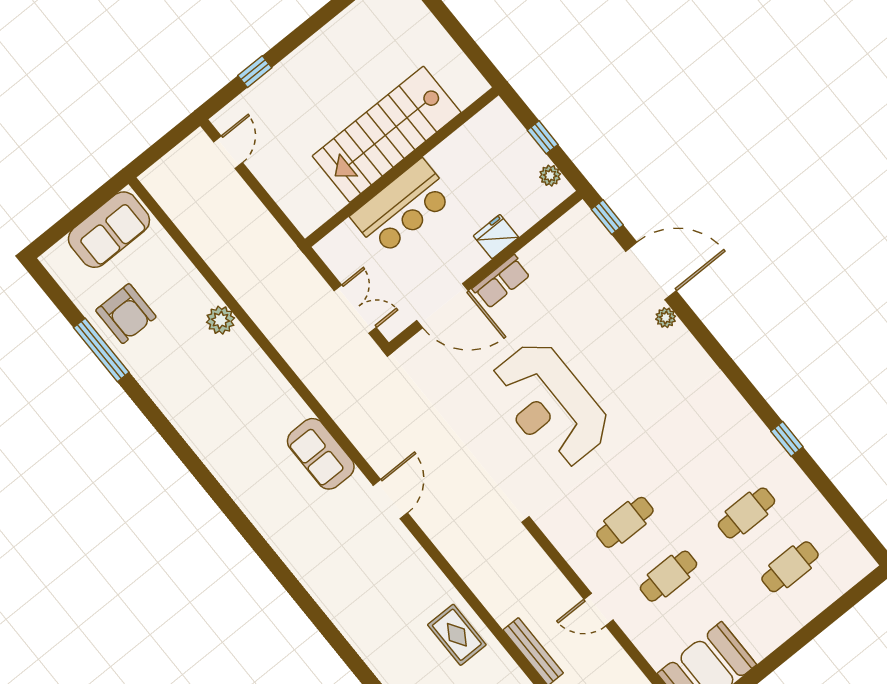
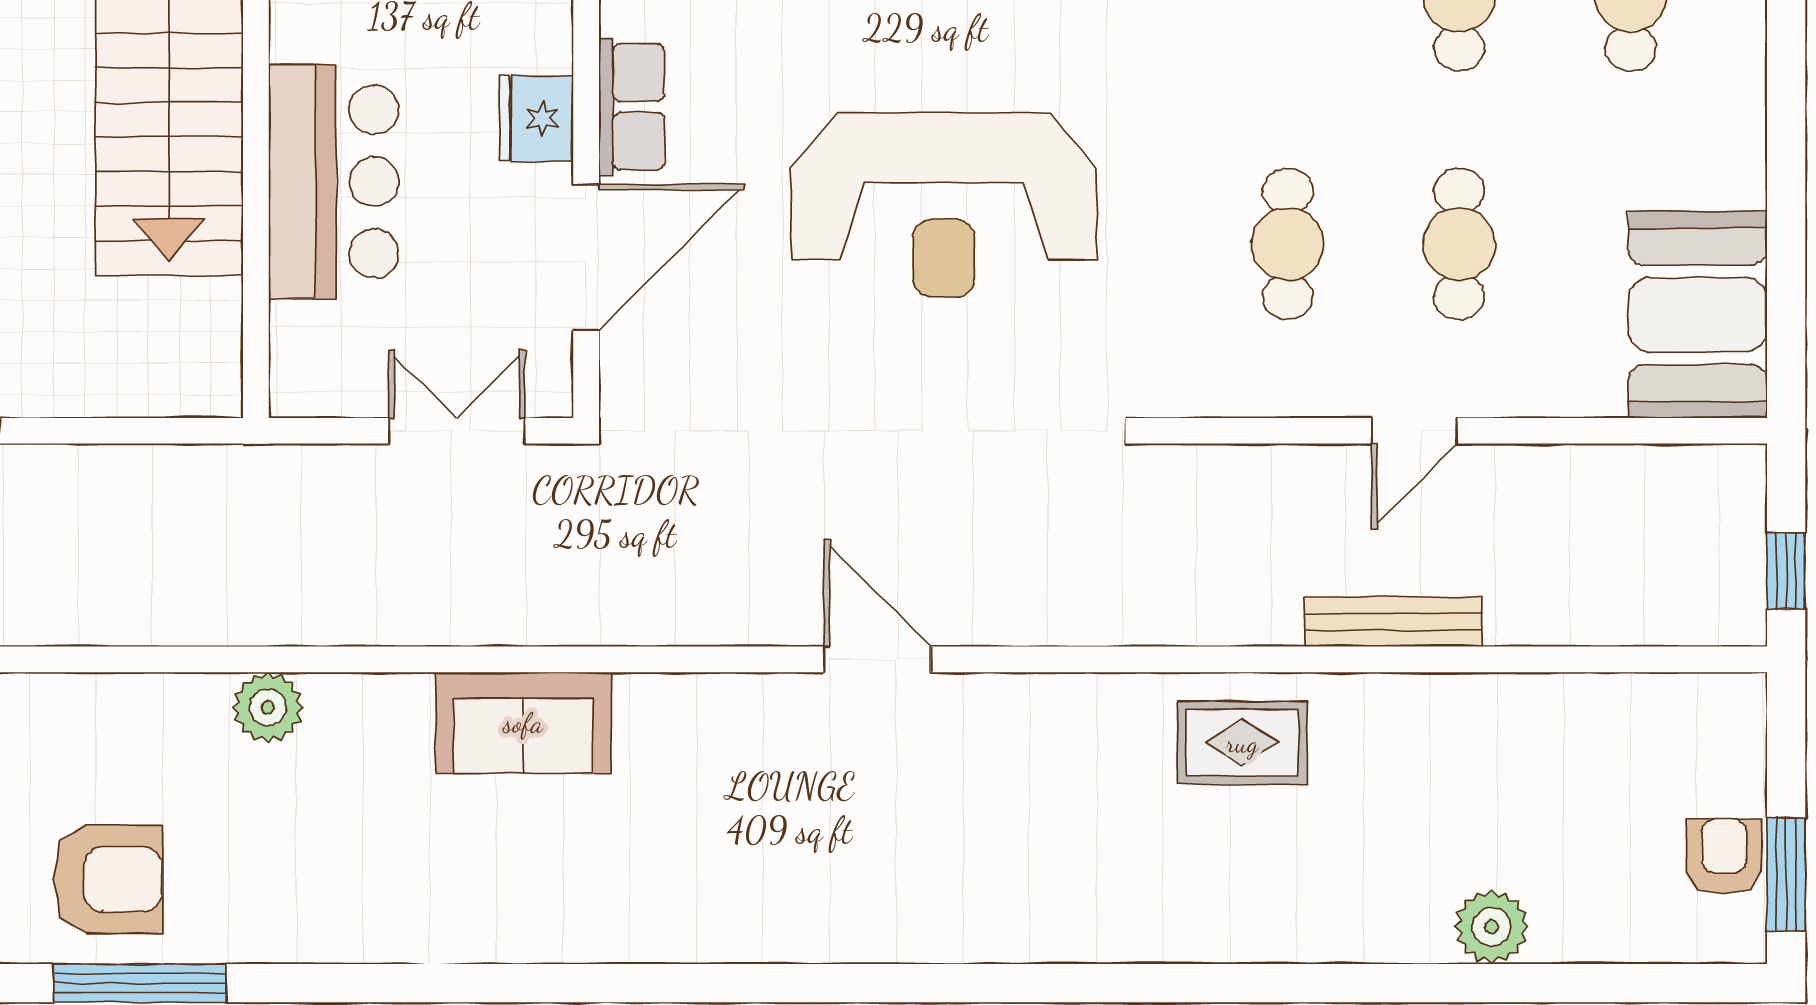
fridge: (496, 237) -> (537, 118), moved
sofa: (321, 454) -> (523, 723), moved

